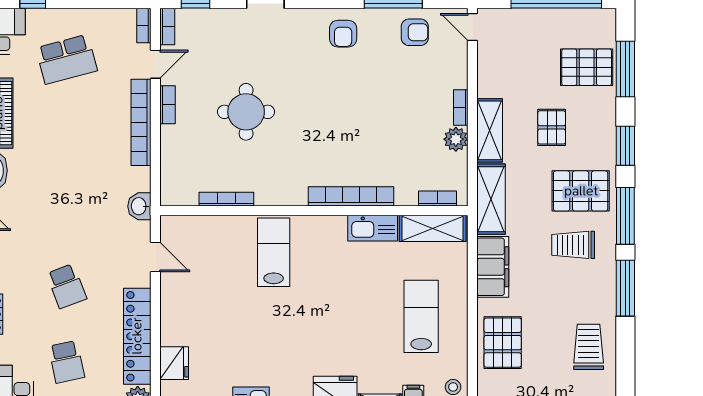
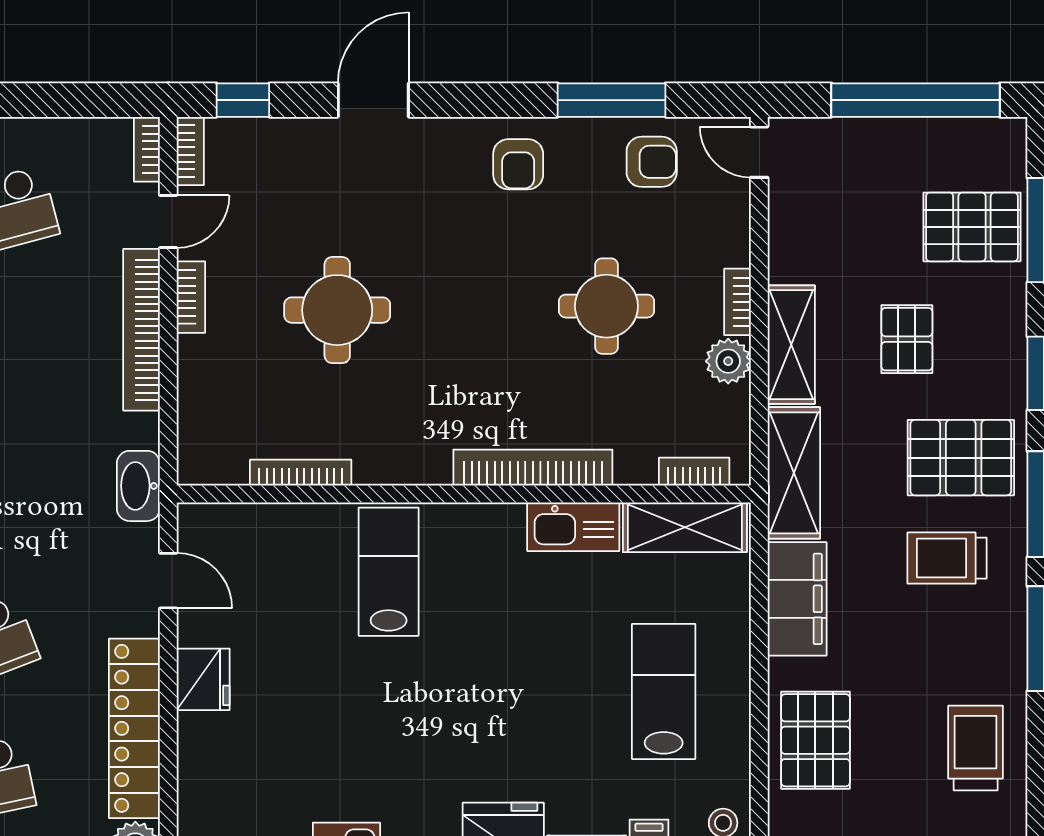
round table: (391, 110) -> (606, 306), added
washbasin: (139, 206) -> (138, 486), width x1.38
fridge: (174, 363) -> (203, 679), moved

